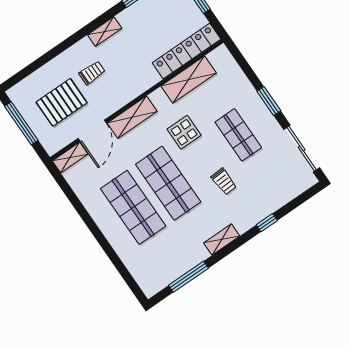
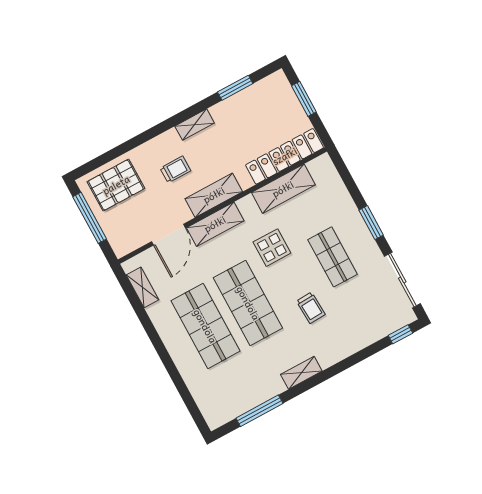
shelving: (128, 92) -> (214, 195), added
pallet: (62, 102) -> (116, 185), moved
shelving: (70, 157) -> (142, 287), moved, turned 90
window: (267, 223) -> (400, 334), moved

